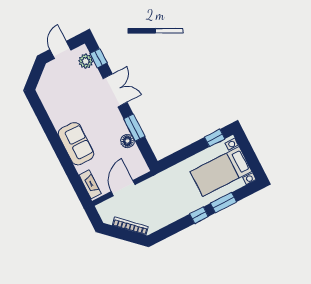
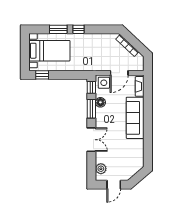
window: (99, 58) -> (91, 87), moved
double door: (115, 90) -> (91, 140), swing flipped
sofa: (76, 144) -> (135, 118), width x1.36
side table: (135, 167) -> (104, 83), added

